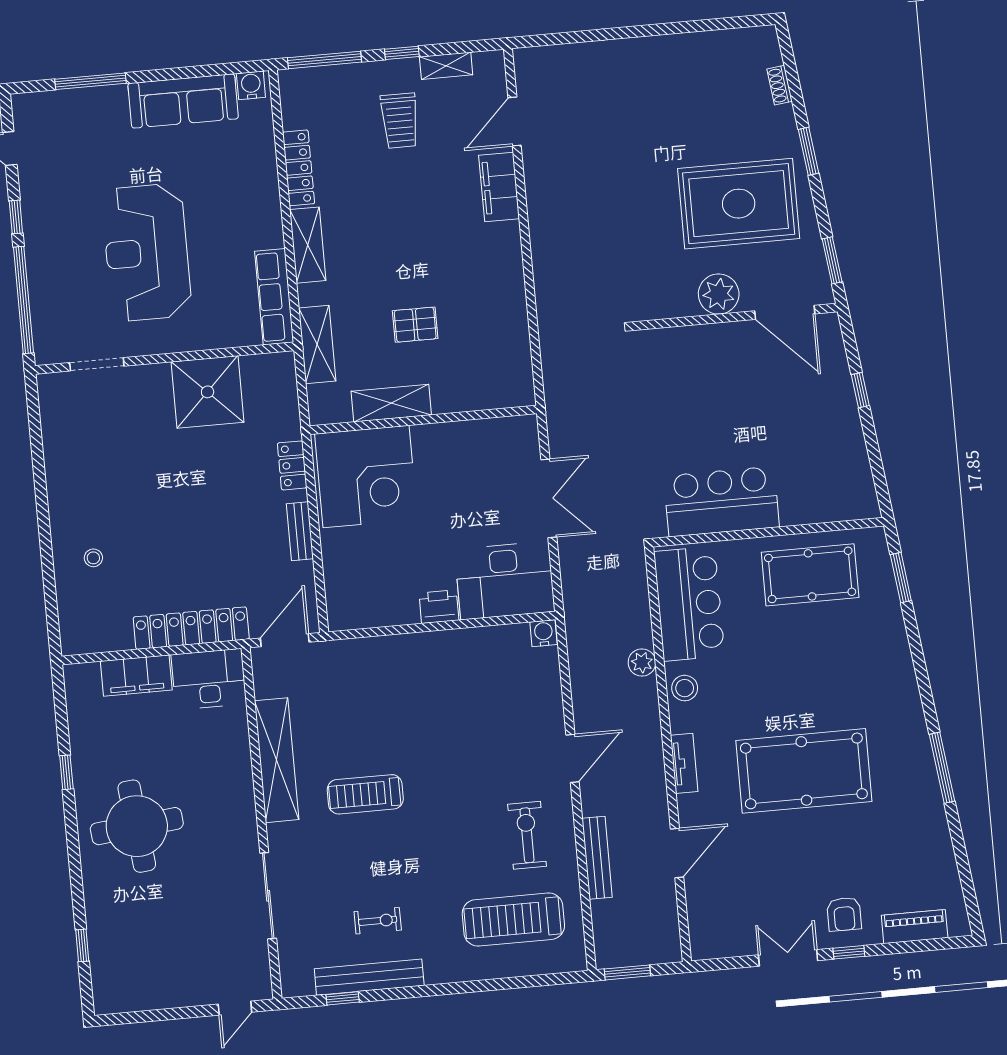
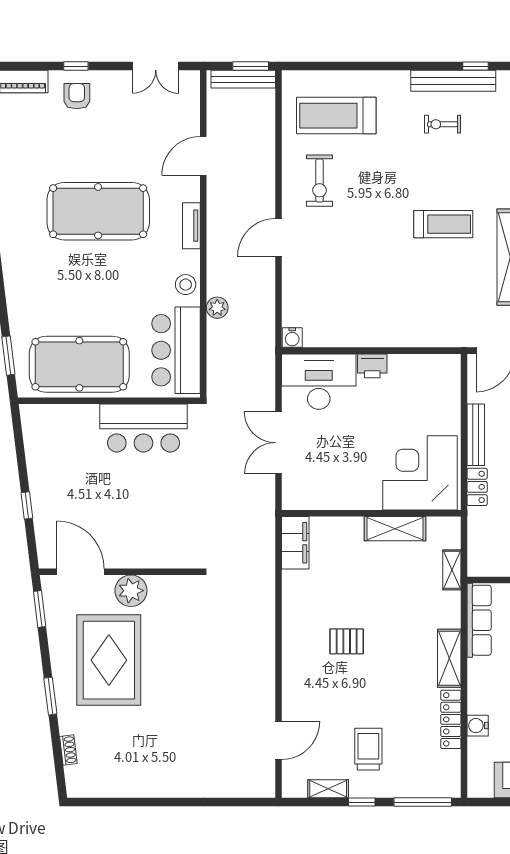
water cooler: (251, 85) -> (478, 726), moved, turned 90
filing cabinet: (499, 187) -> (295, 543), moved
rug: (739, 204) -> (109, 660), turned 90
pallet: (415, 325) -> (347, 641), moved
shelving: (317, 344) -> (452, 570), width x0.67, depth x0.75
bench: (300, 531) -> (476, 435), width x1.36
pool table: (810, 575) -> (79, 364), width x1.36, depth x1.32
bench: (597, 858) -> (243, 79), moved, turned 90
treadmill: (513, 920) -> (336, 116), turned 180
double door: (788, 958) -> (156, 66), moved

